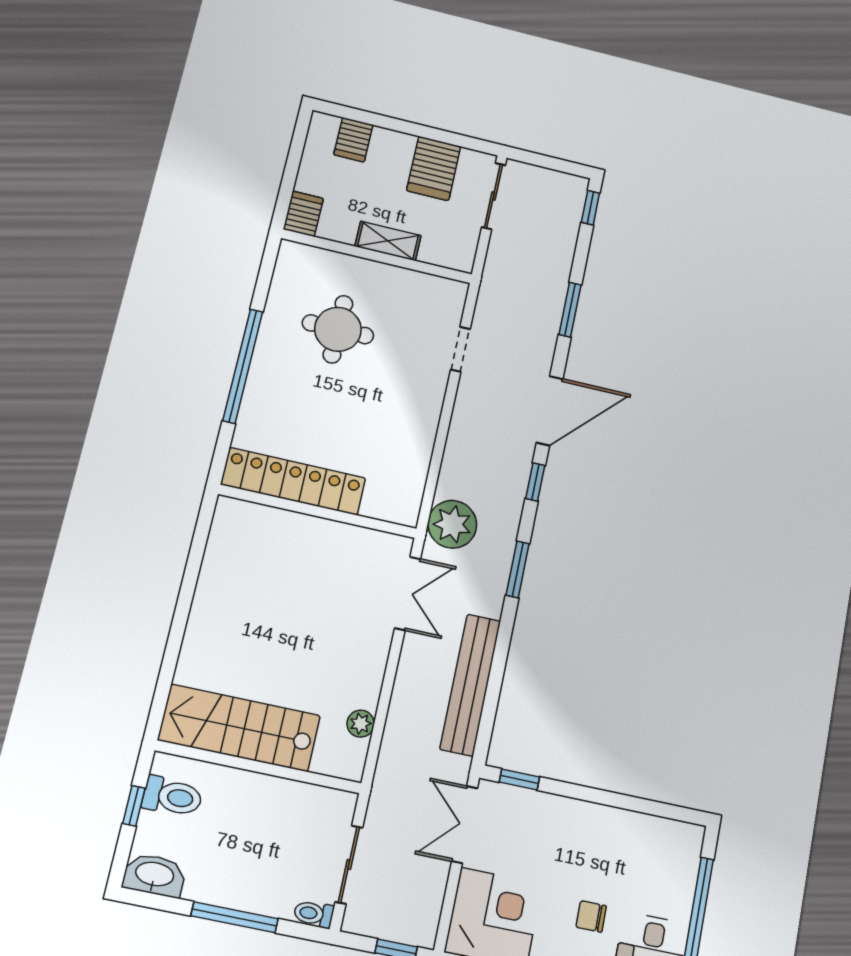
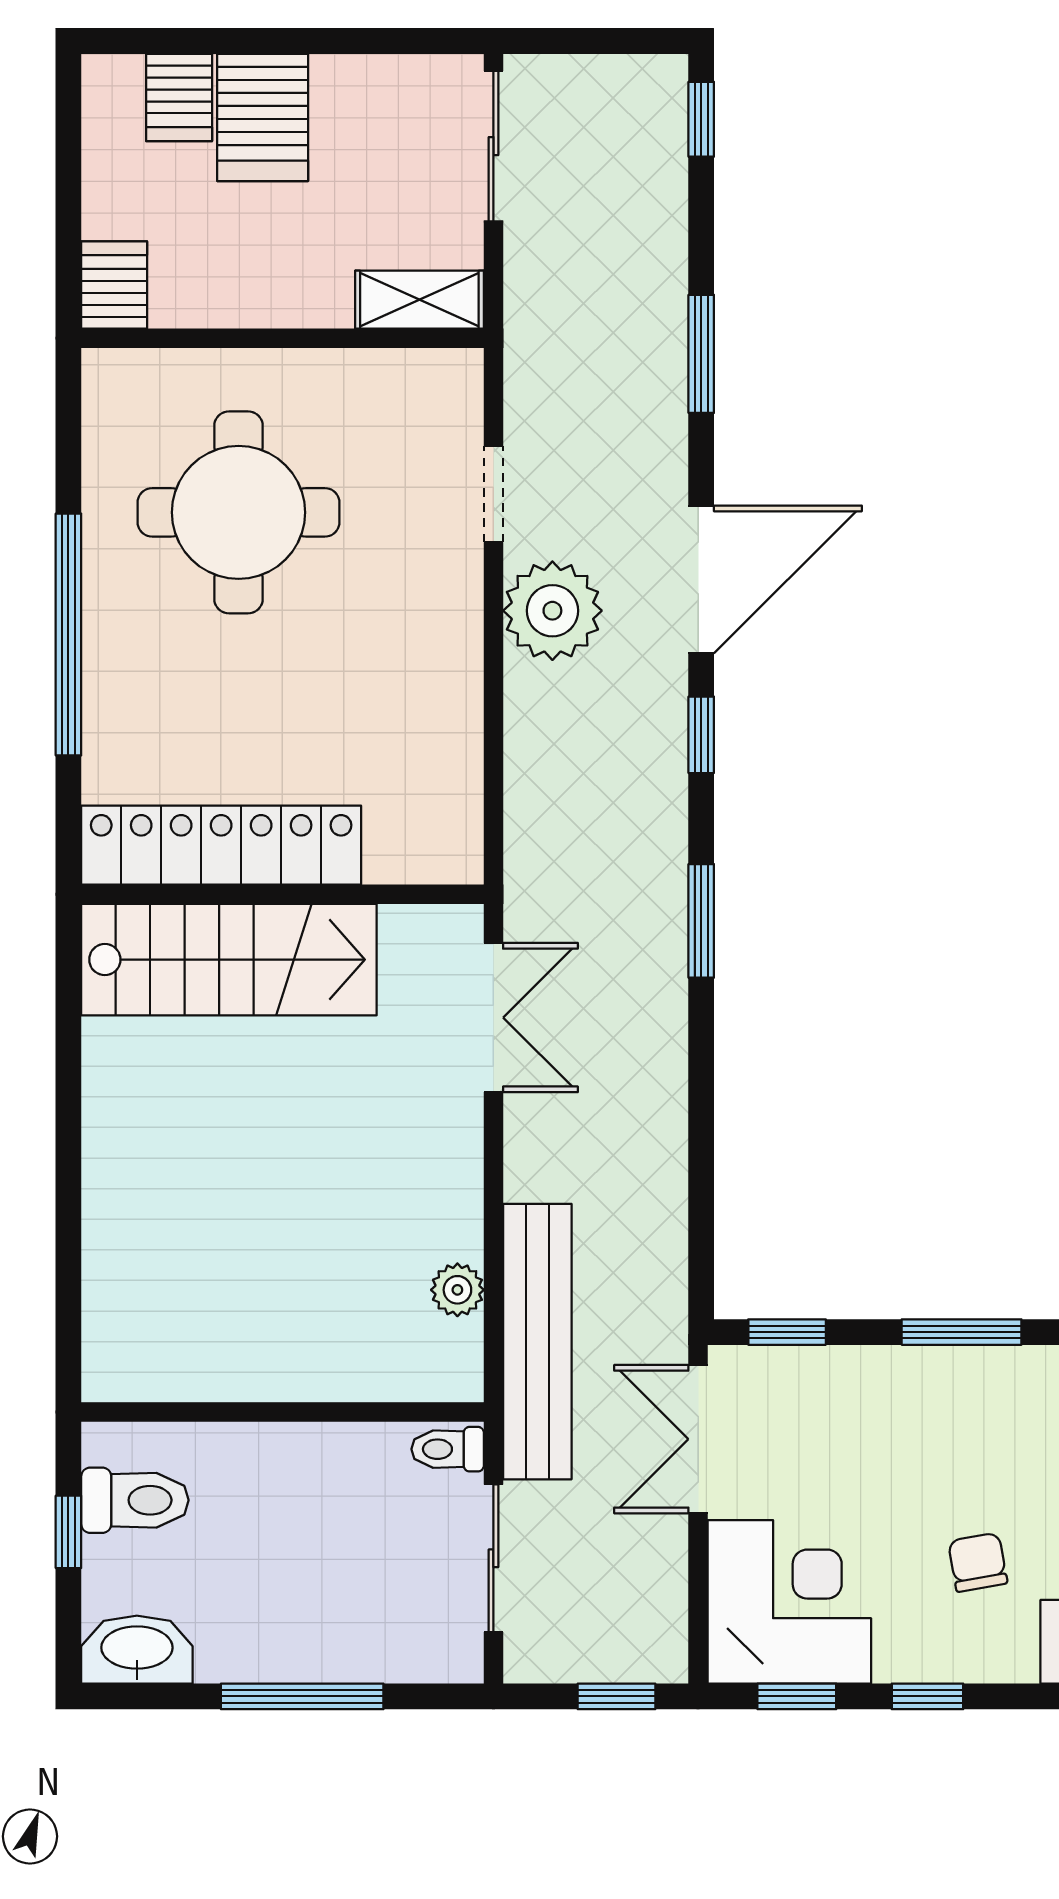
server rack: (434, 168) -> (263, 117), moved
shelving: (388, 241) -> (419, 300), moved
round table: (338, 329) -> (239, 512), width x1.36, depth x1.36
plant: (452, 524) -> (552, 611), moved
bench: (470, 685) -> (537, 1342), moved
stairs: (239, 728) -> (229, 960), moved, turned 180
window: (605, 798) -> (962, 1332), added
toilet: (314, 914) -> (448, 1449), moved
chair: (591, 916) -> (978, 1562), turned 80

